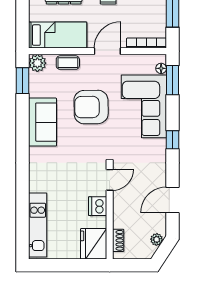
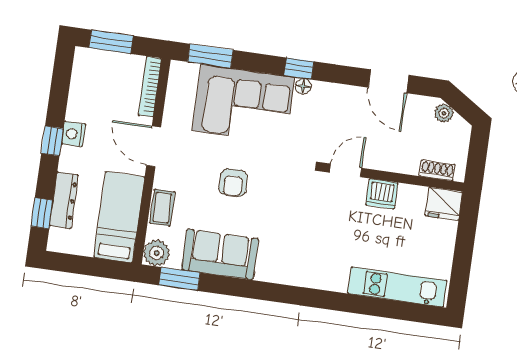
floor lamp: (161, 68) -> (303, 86), moved
armchair: (91, 107) -> (233, 183), width x0.53, depth x0.53
sofa: (42, 122) -> (220, 254), moved
door: (110, 180) -> (345, 170), hinge flipped
fridge: (94, 244) -> (444, 204), width x0.73, depth x0.75

